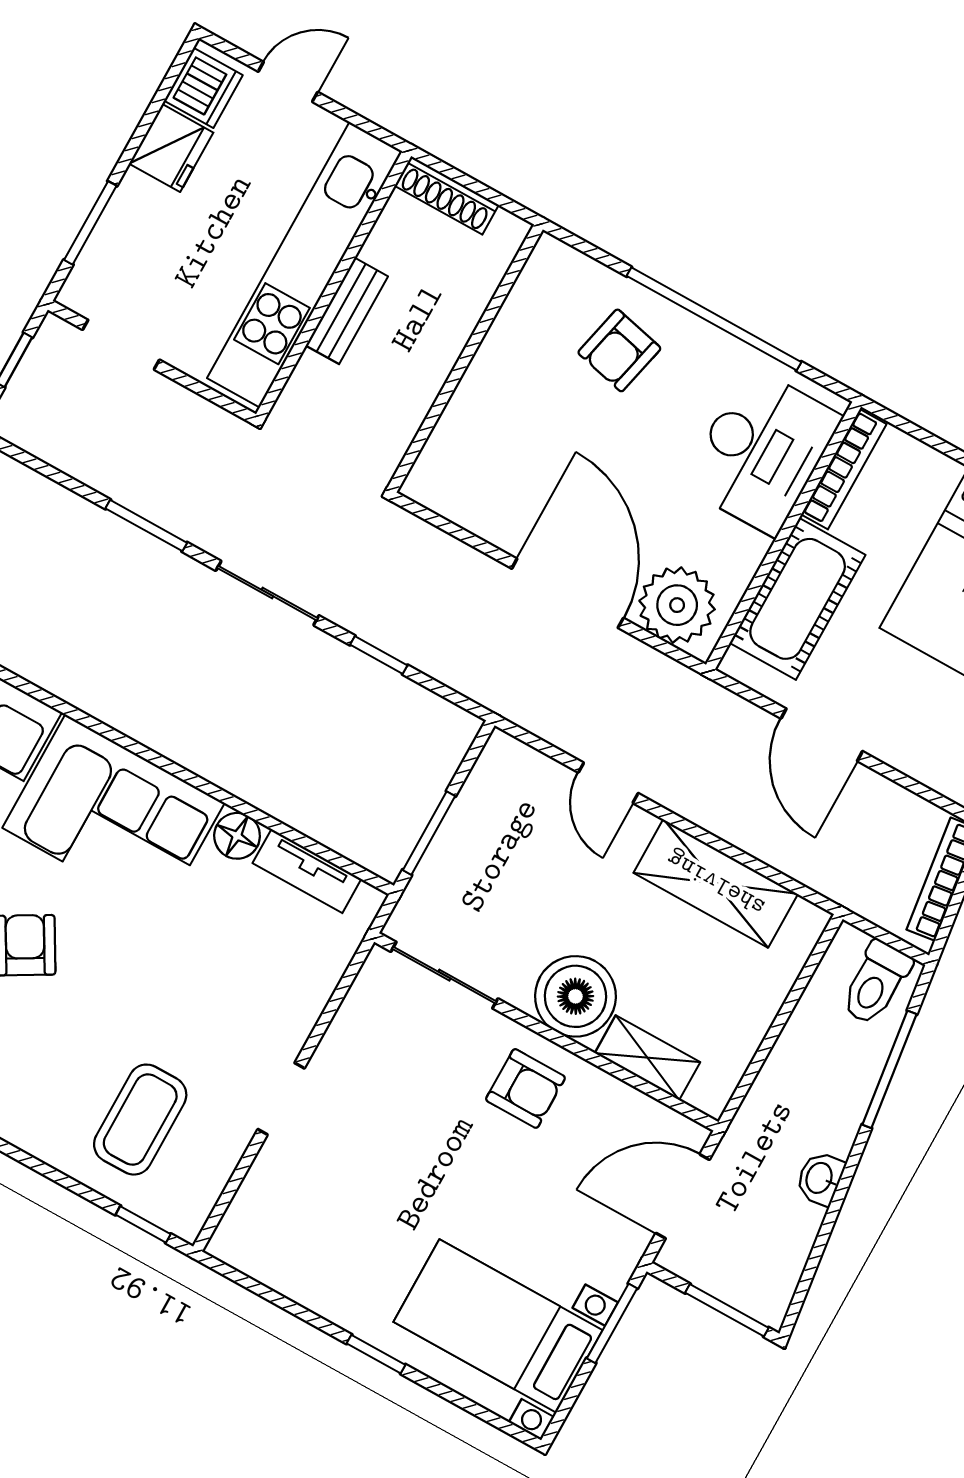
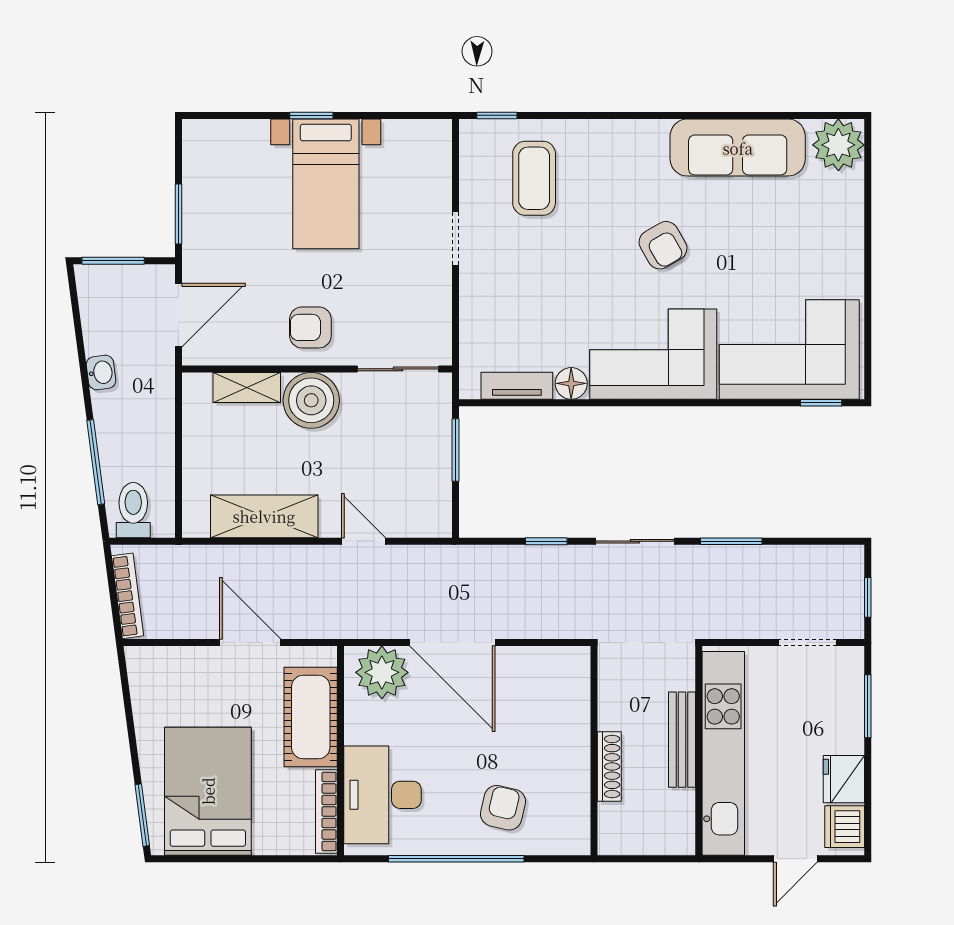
shoe rack: (447, 195) -> (609, 767), moved, turned 90
bench: (347, 311) -> (682, 740), width x1.36
bed with nightstands: (498, 1326) -> (326, 184), moved, turned 90

